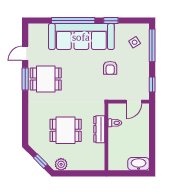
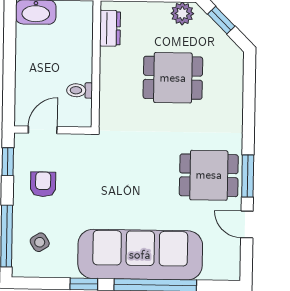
door: (25, 53) -> (247, 224), swing flipped
armchair: (110, 68) -> (43, 184), moved
dresser: (99, 129) -> (110, 28), moved, width x0.70

